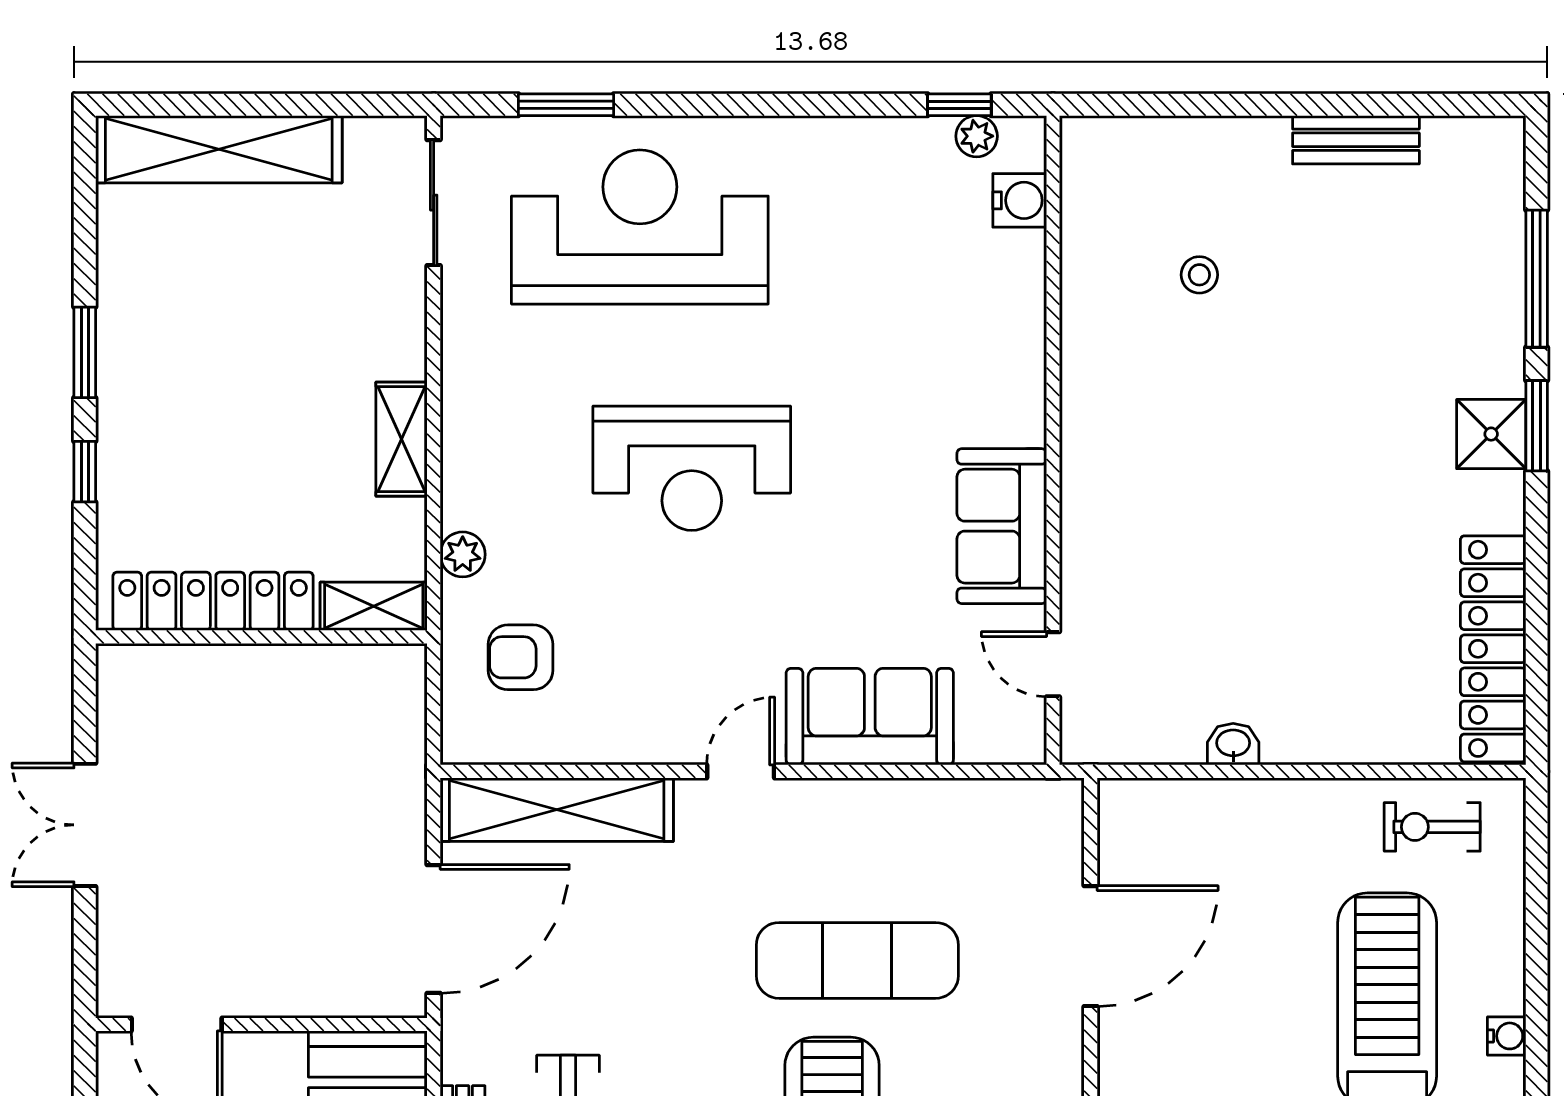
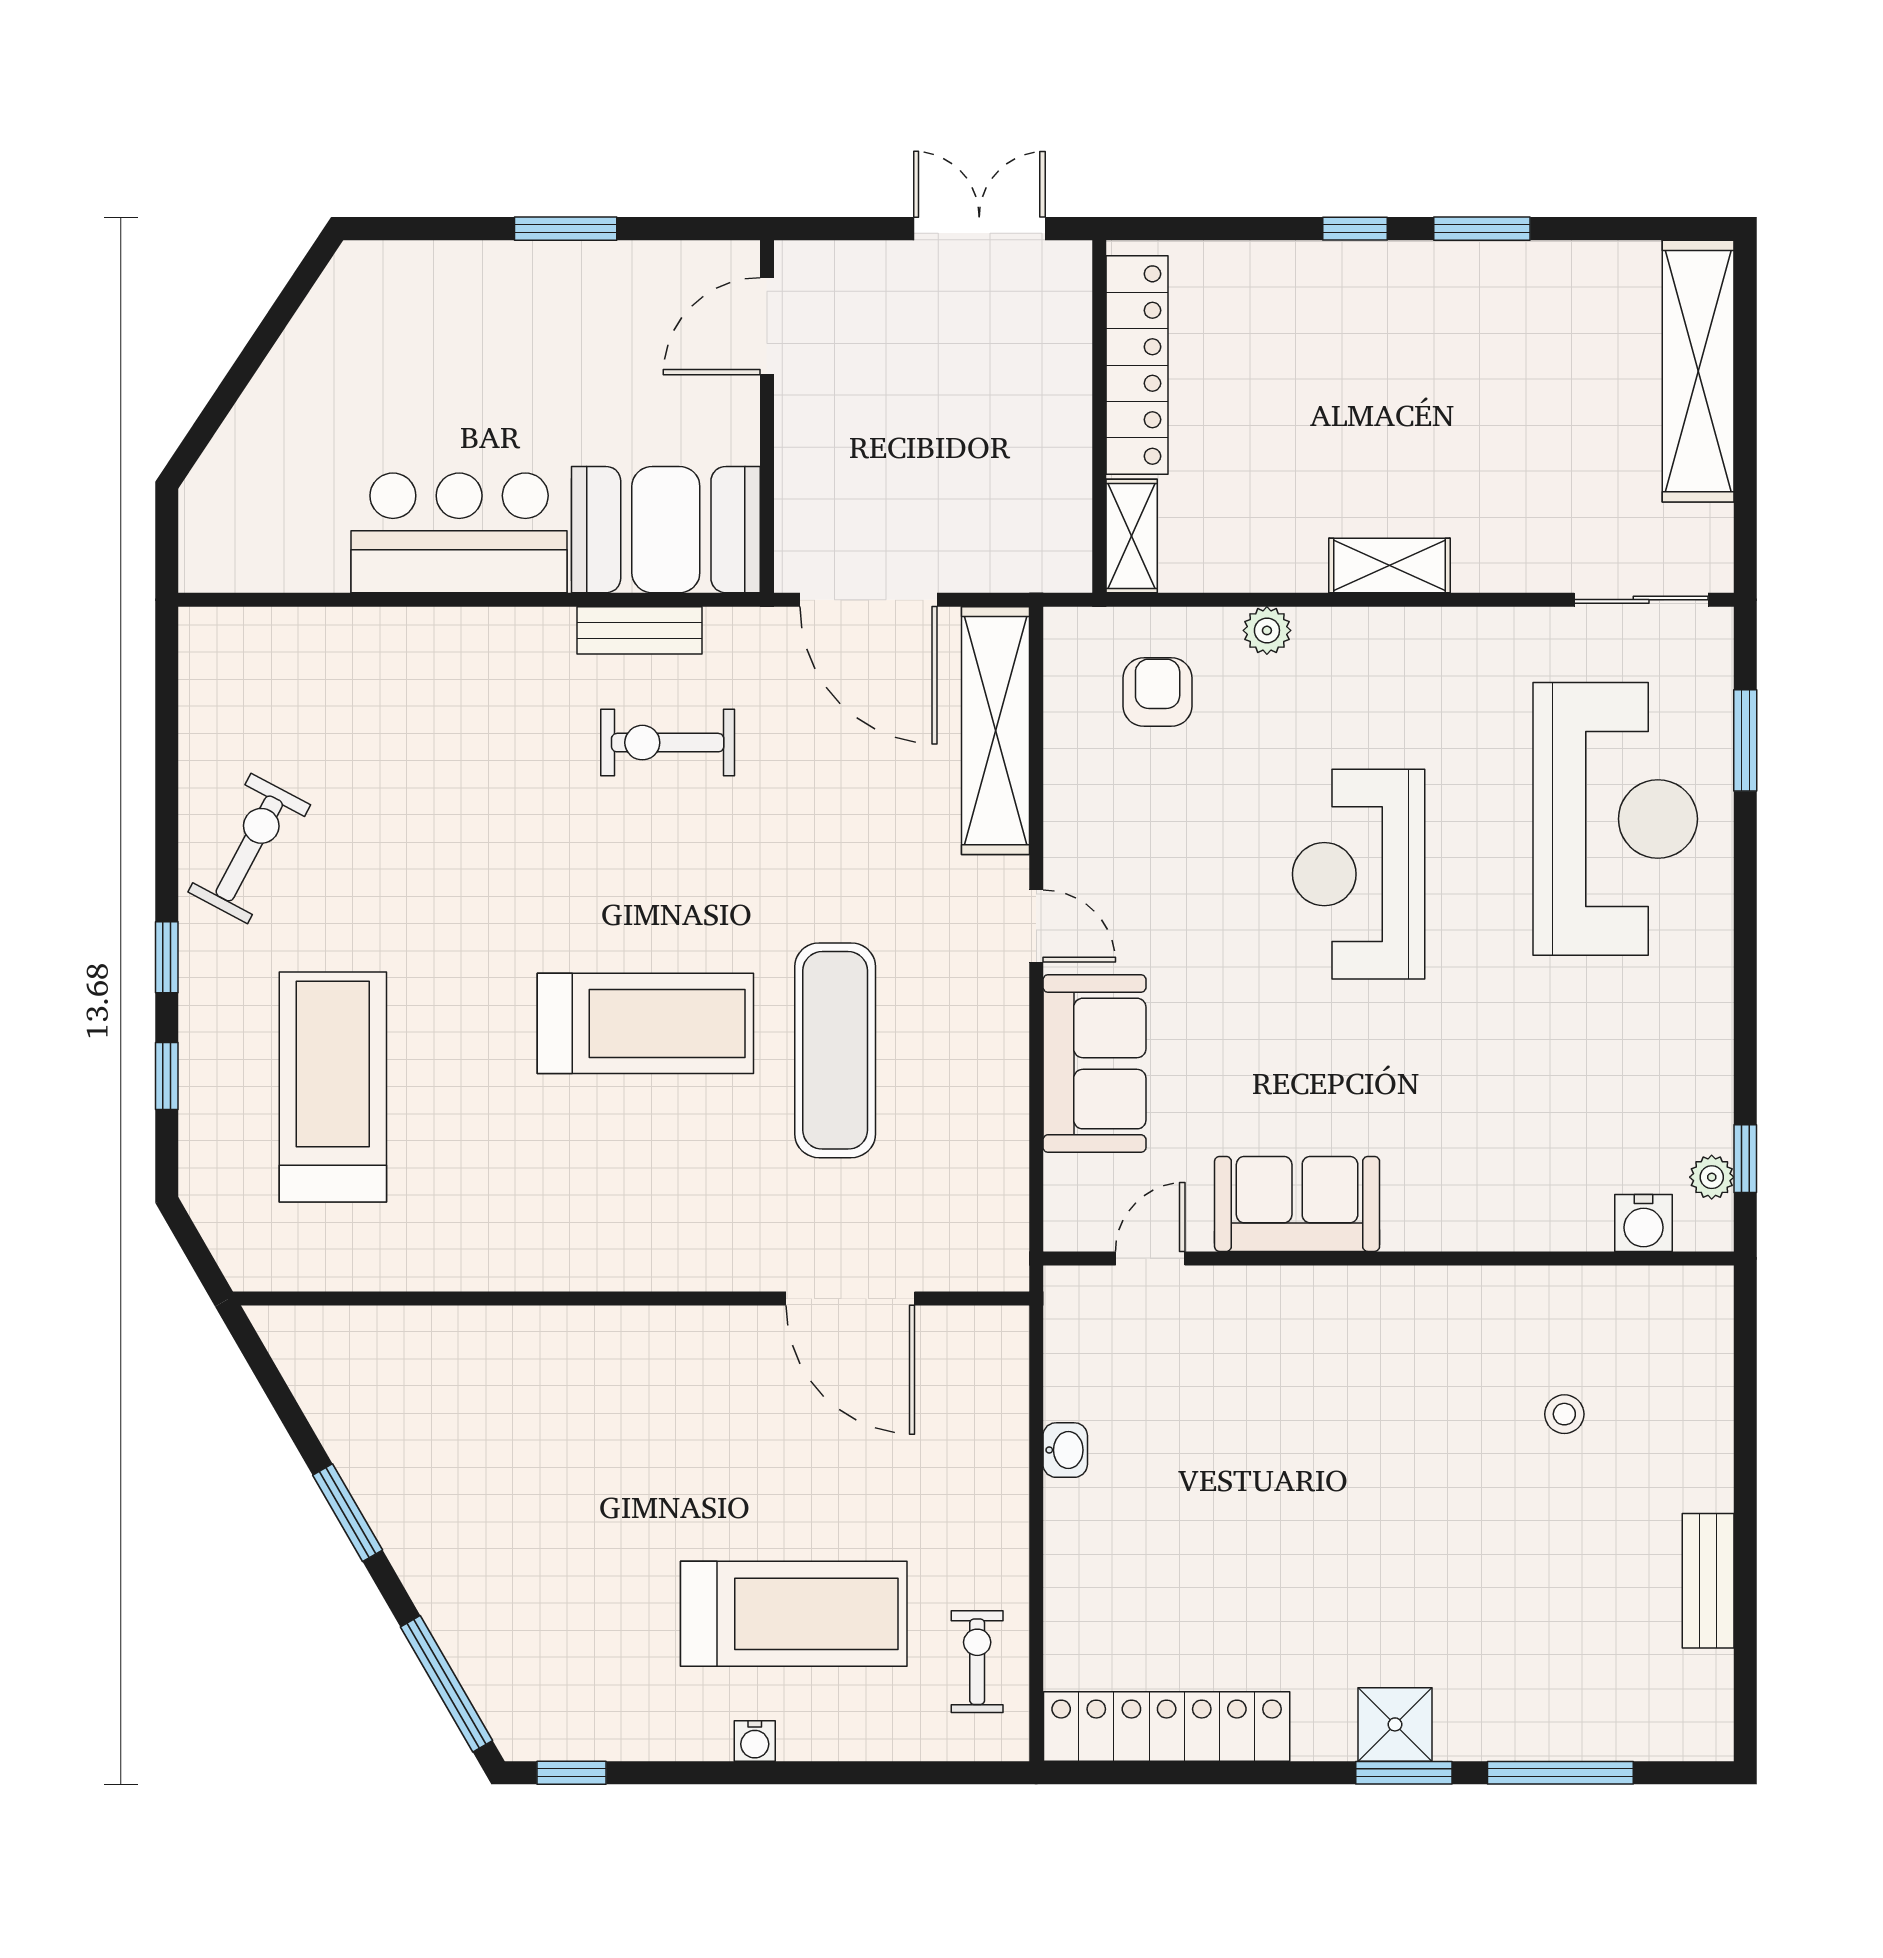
locker: (213, 601) -> (1137, 365), moved
shelving: (374, 606) -> (1132, 536), moved
wall: (261, 637) -> (1099, 416), moved

